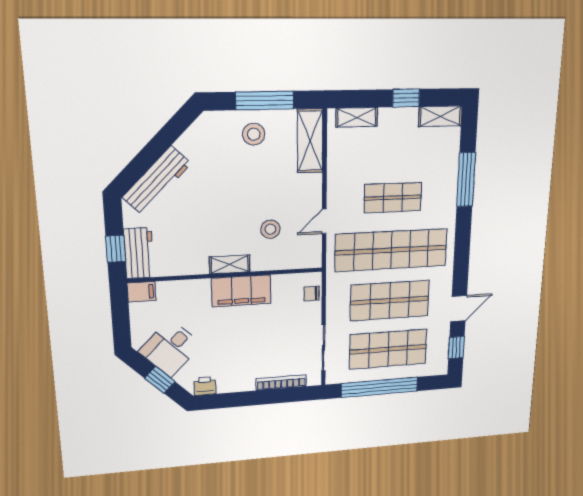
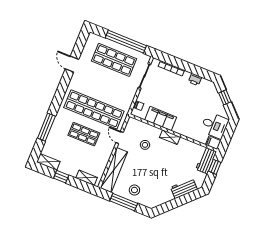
shelving: (310, 141) -> (114, 170), width x1.47
workbench: (157, 181) -> (184, 188), width x0.73
door: (324, 221) -> (120, 137), swing flipped
filing cabinet: (241, 291) -> (161, 119), moved
shop shelf: (390, 301) -> (104, 85), removed
door: (459, 309) -> (72, 64), hinge flipped
desk: (170, 348) -> (215, 125), moved, turned 45
window: (456, 348) -> (80, 44), removed
printer: (205, 386) -> (195, 79), moved

